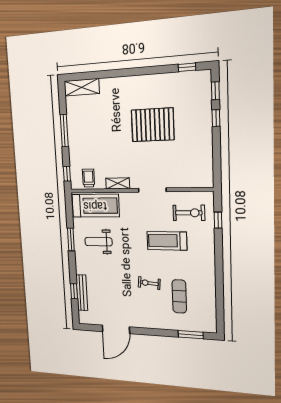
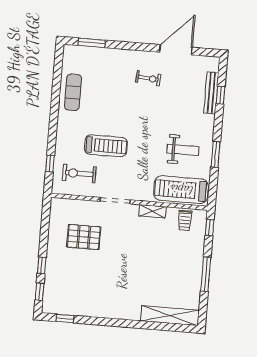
shelving: (82, 87) -> (170, 316), width x1.47
pallet: (153, 125) -> (84, 237), moved, width x0.73, depth x0.71
exercise bike: (149, 283) -> (148, 78), moved
exercise mat: (179, 296) -> (73, 92), moved

